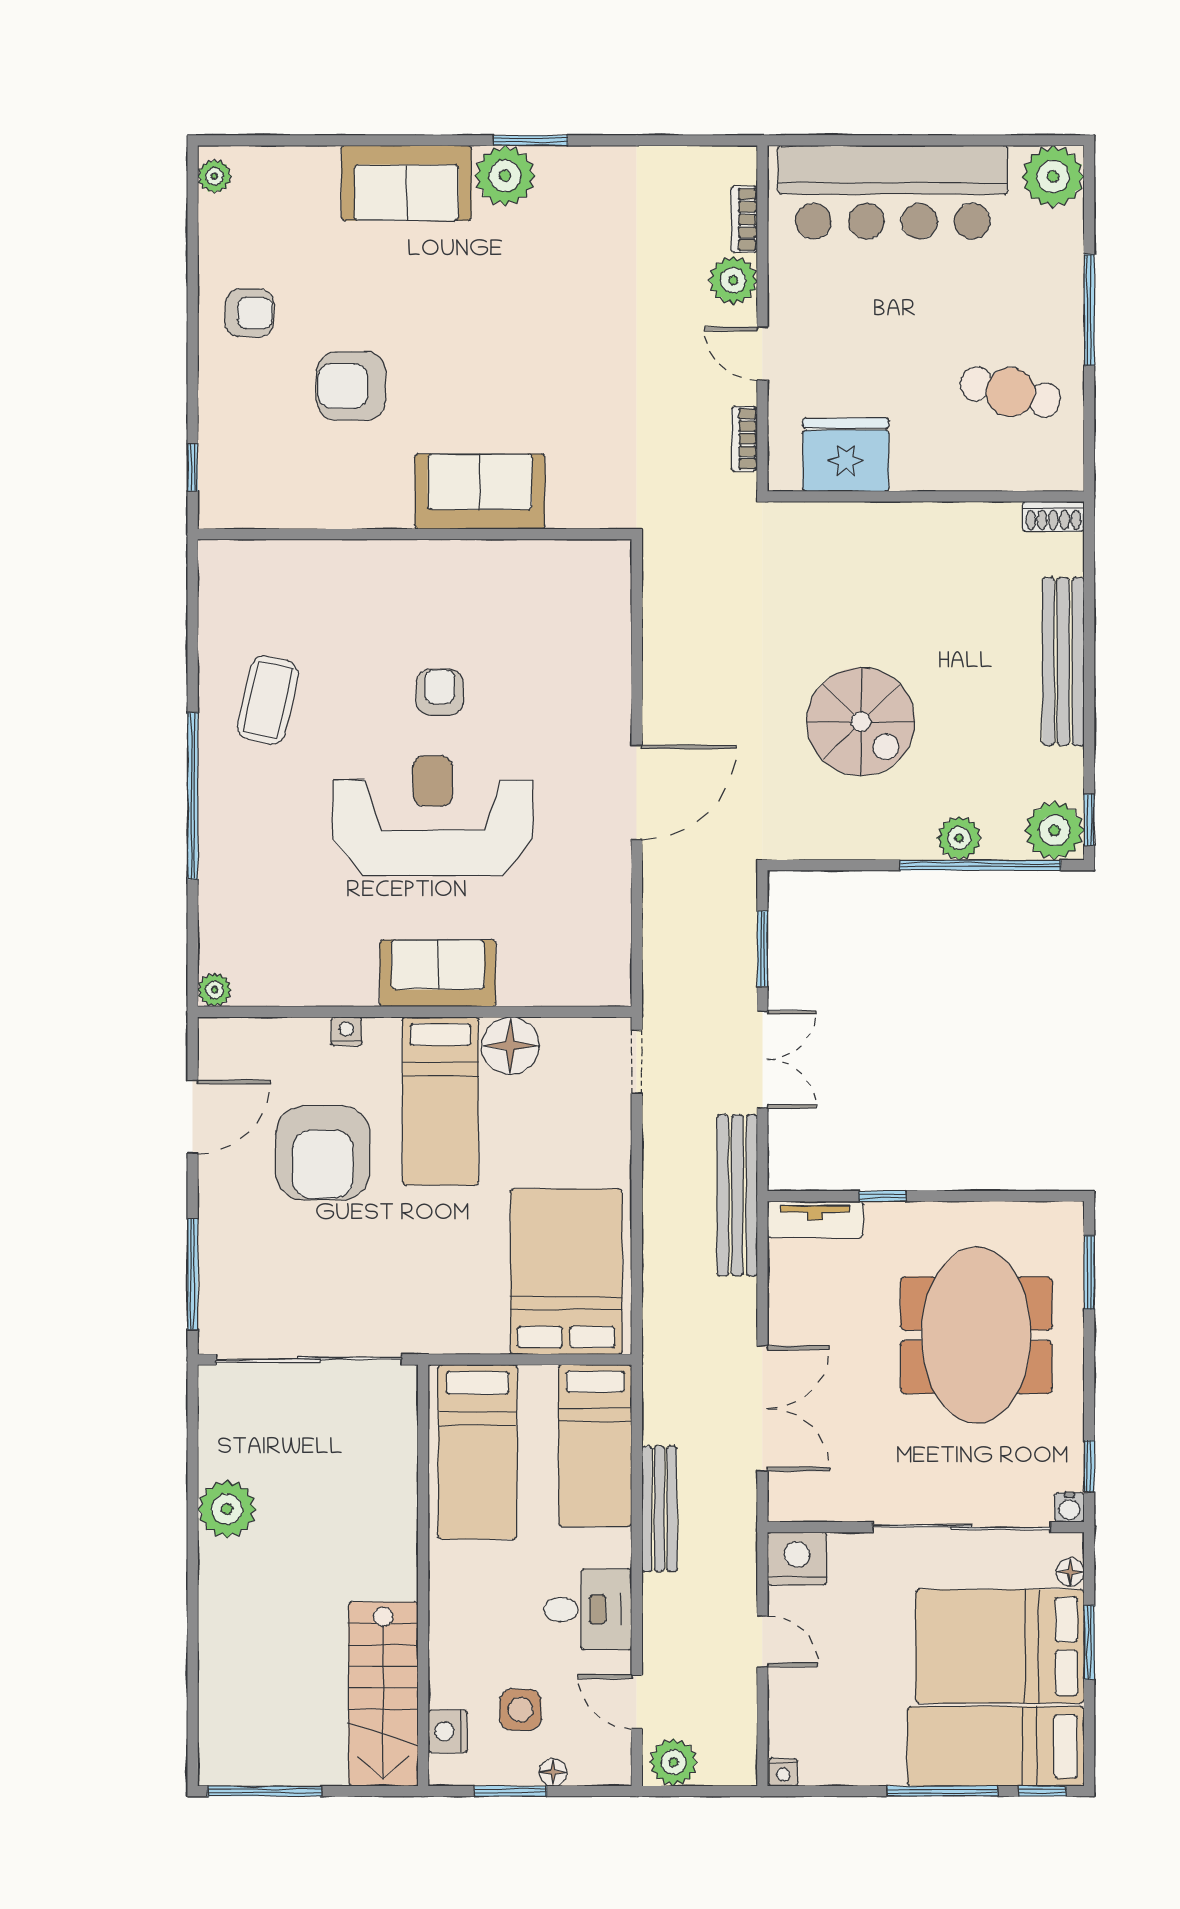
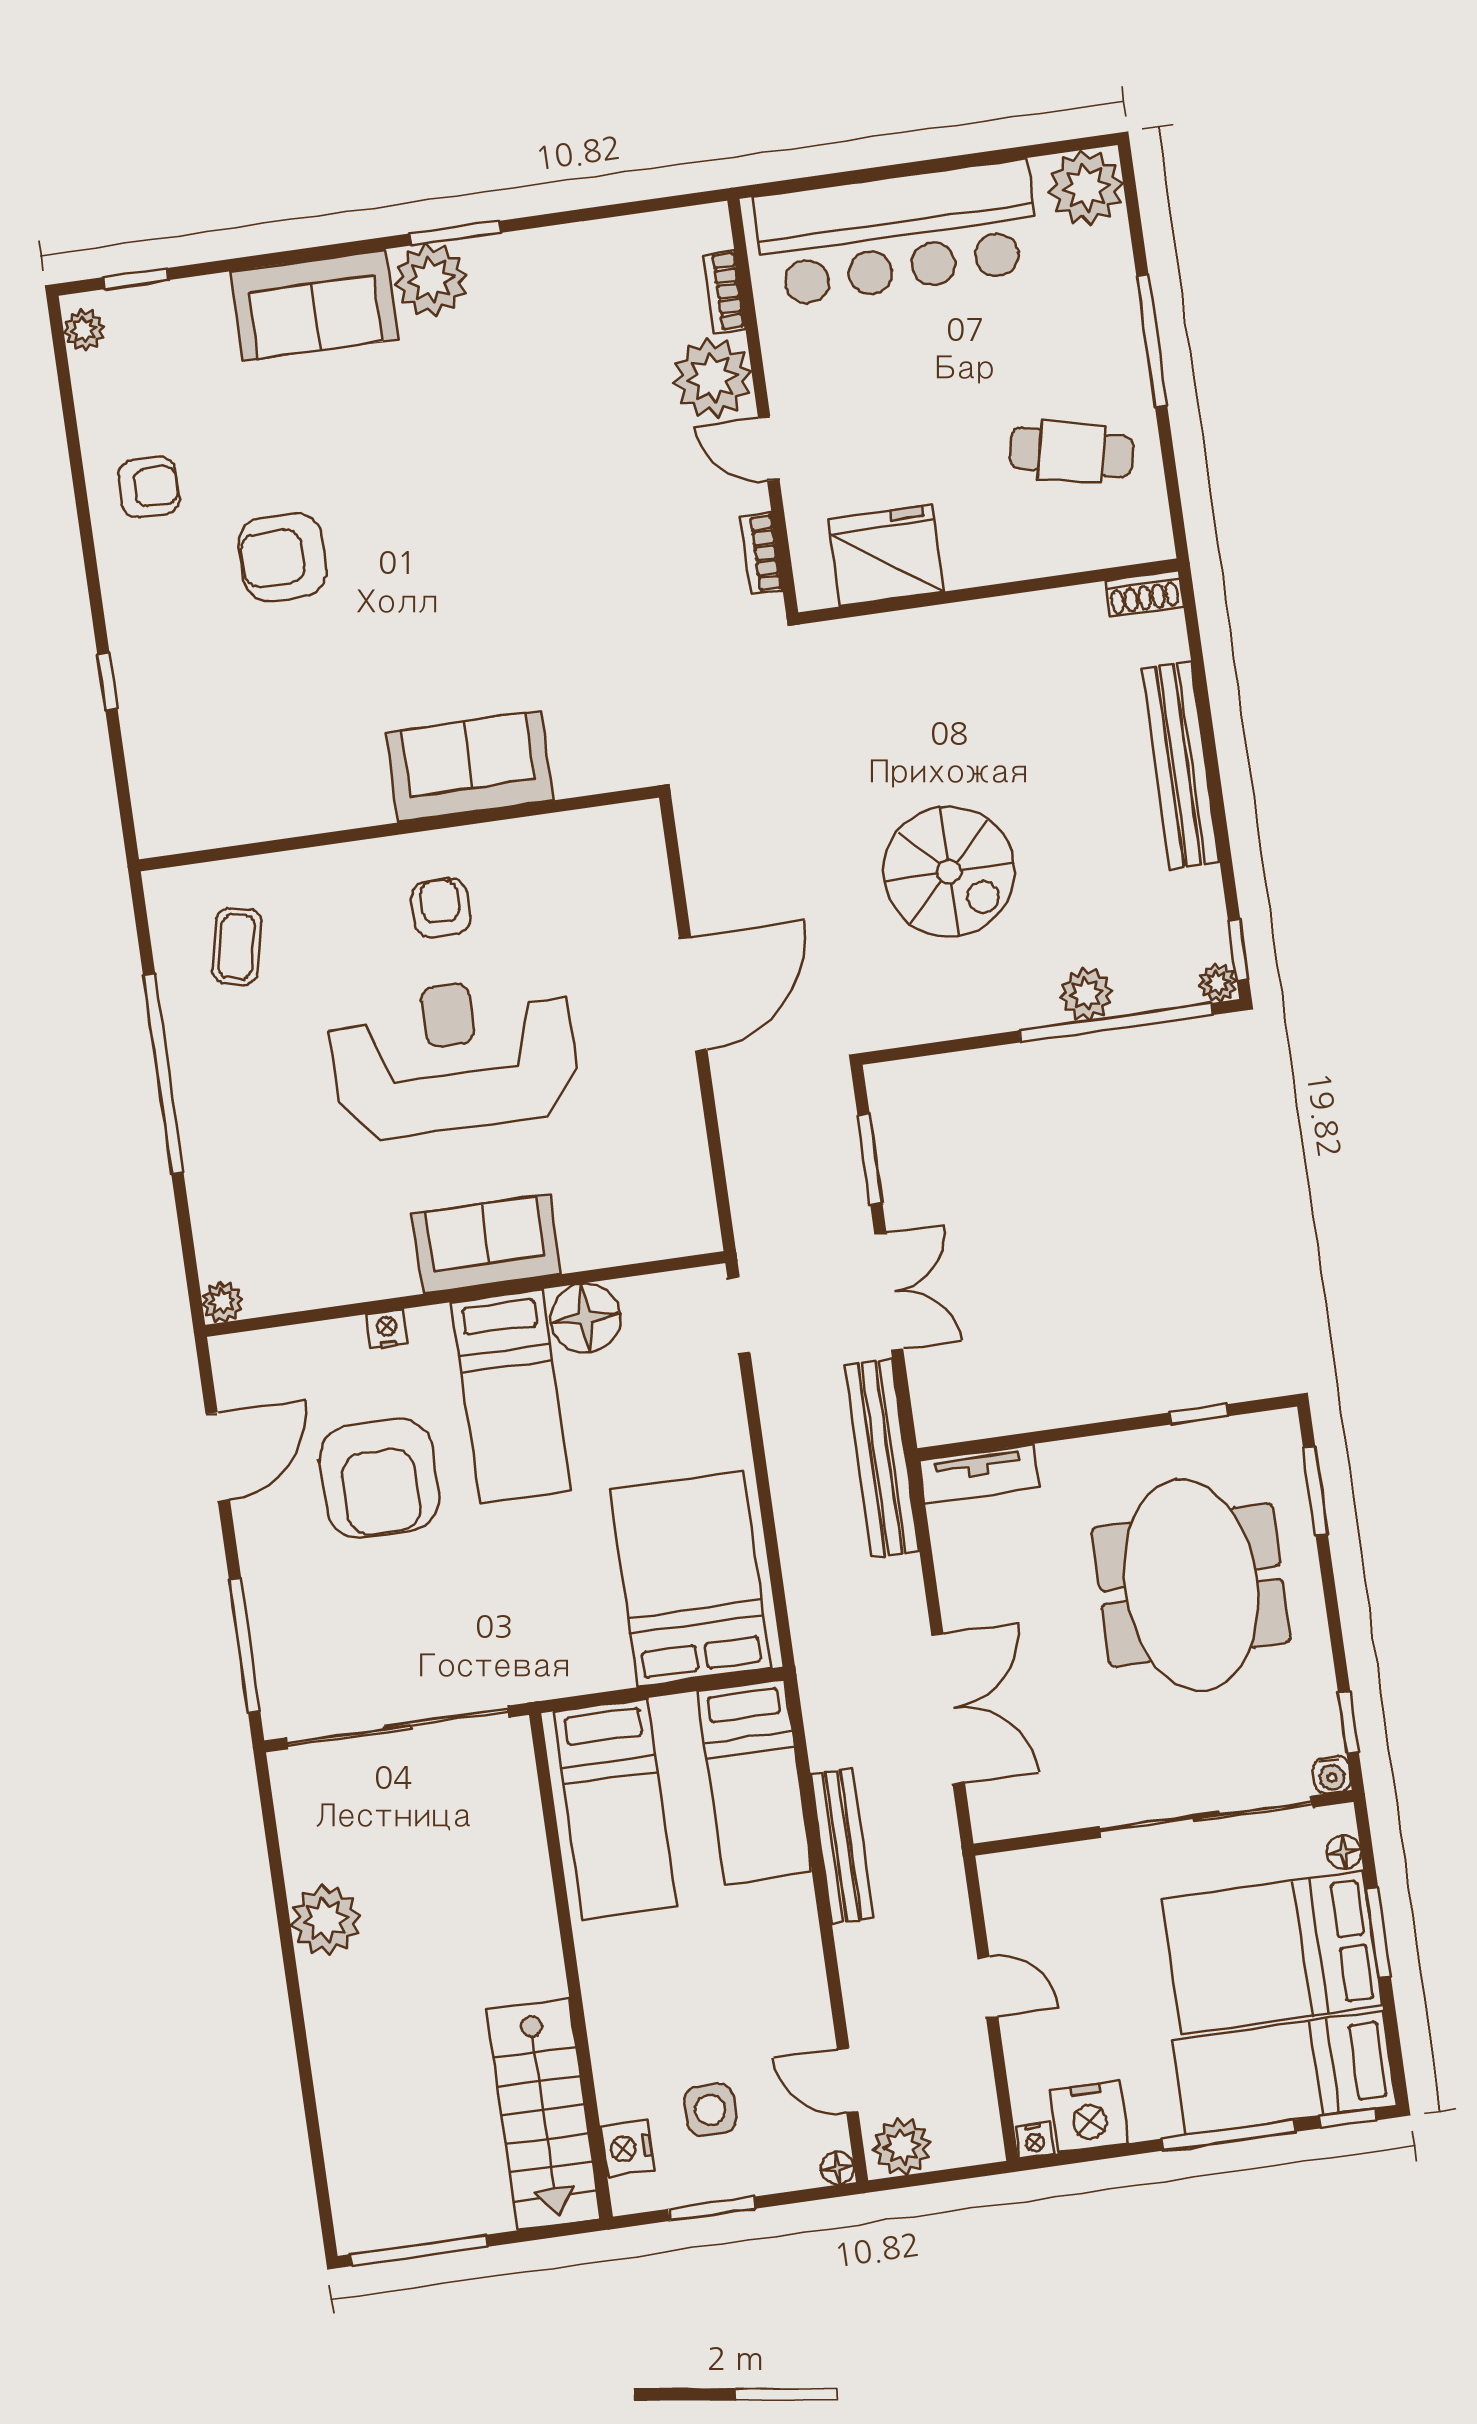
window: (263, 140) -> (136, 279), added
plant: (733, 280) -> (712, 378), width x1.36, depth x1.36
sofa: (480, 492) -> (470, 767), moved
wall: (415, 534) -> (399, 828), moved
coffee table: (268, 700) -> (237, 946), width x0.73, depth x0.77
plant: (1055, 830) -> (1218, 983), width x0.53, depth x0.53
window: (882, 1196) -> (1199, 1414), moved
nightstand: (797, 1559) -> (1089, 2117), moved, turned 180
desk: (588, 1609) -> (774, 1979), removed
floor lamp: (553, 1772) -> (838, 2168), moved

